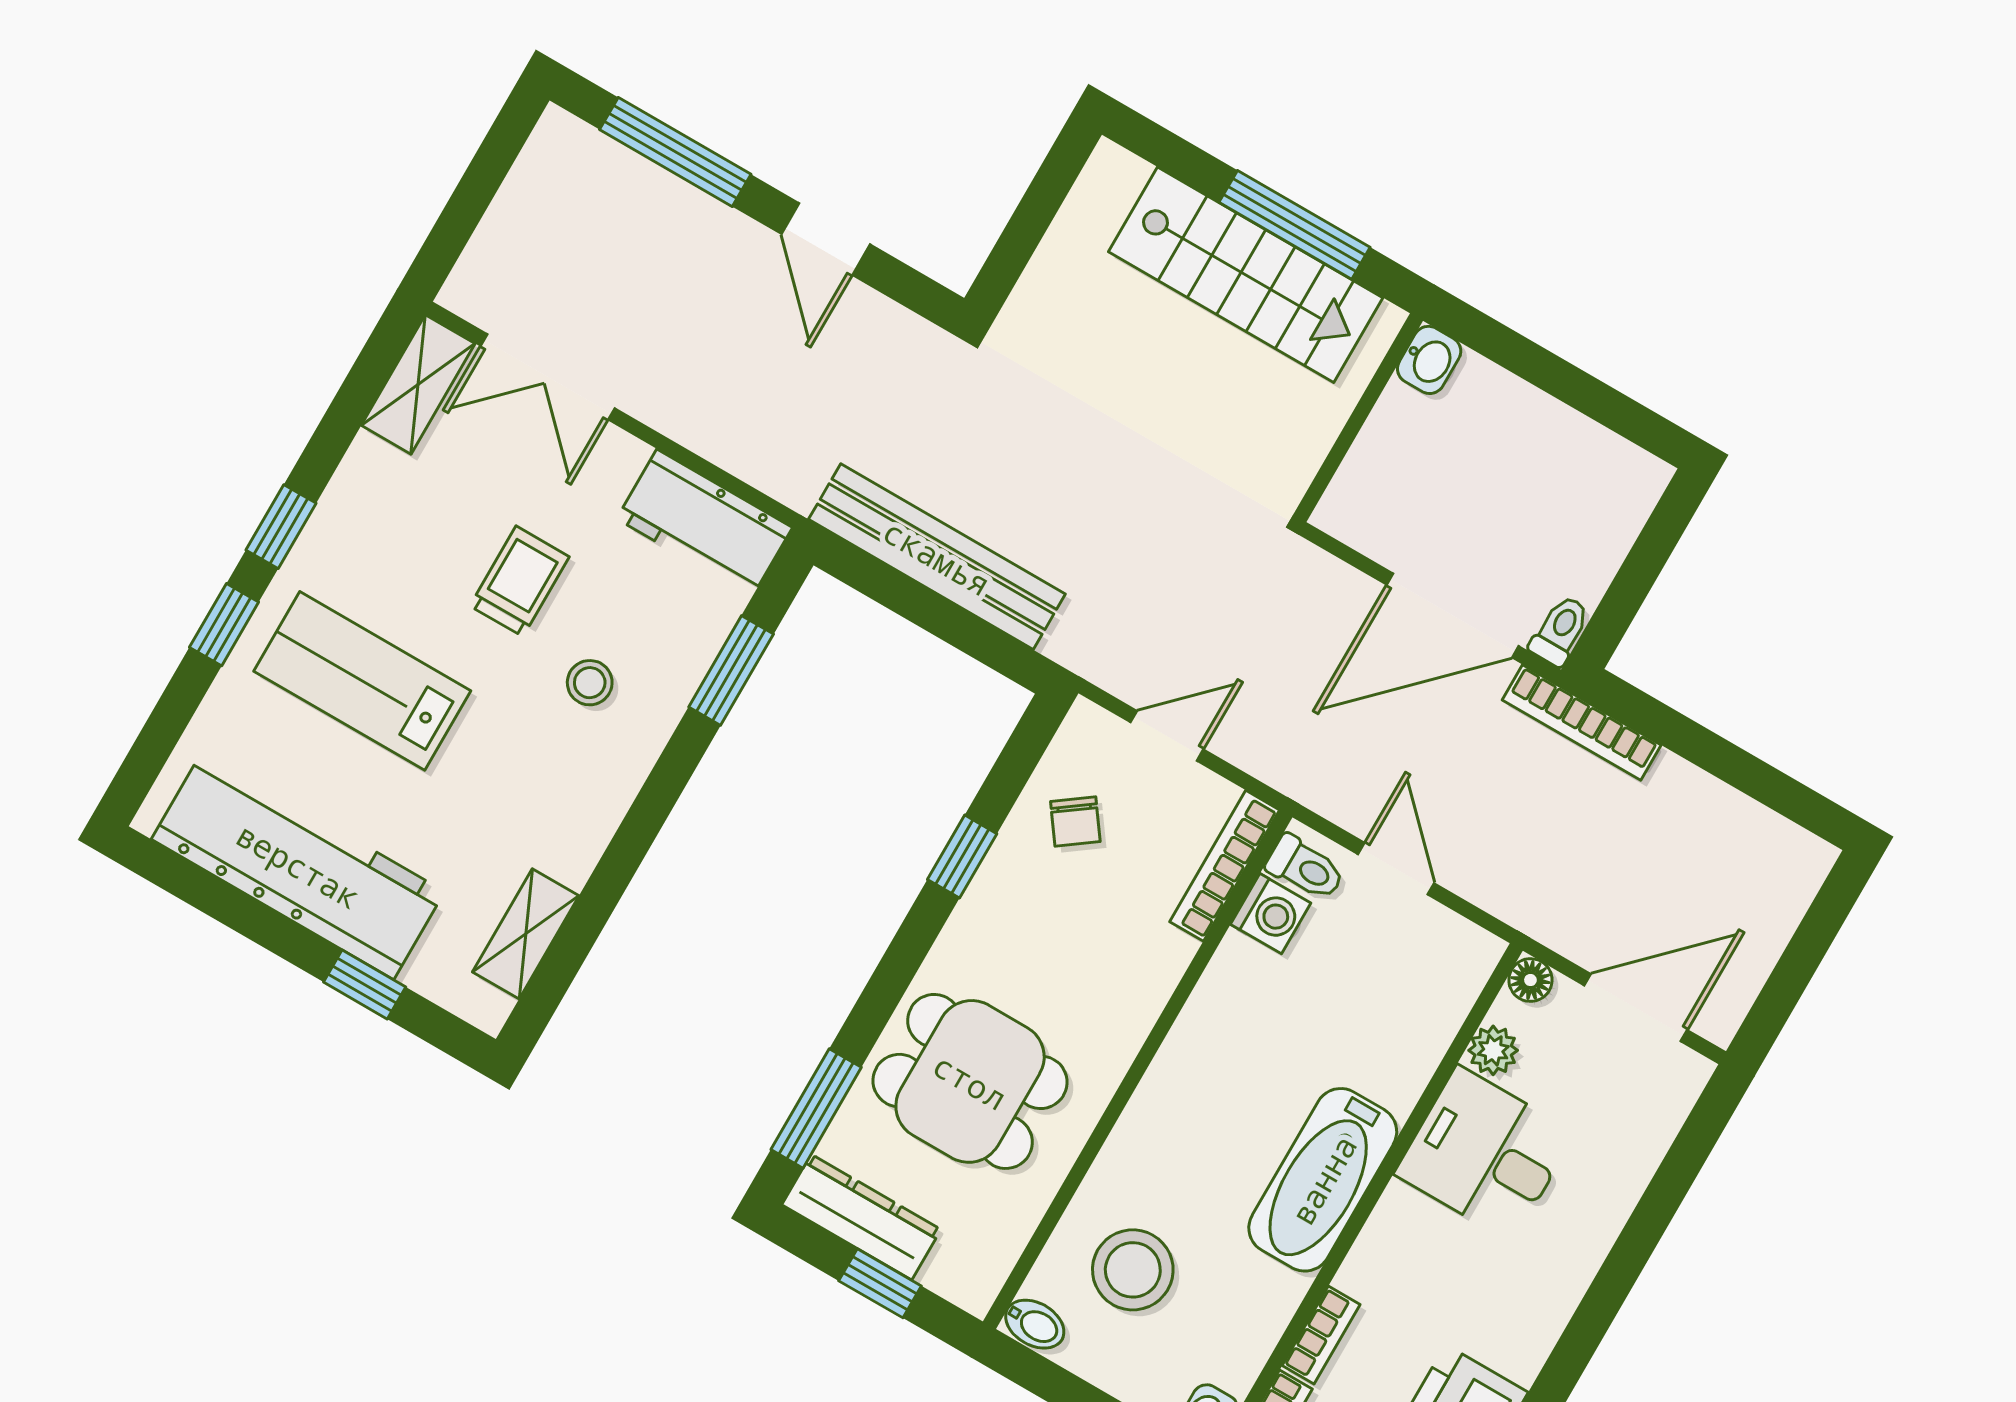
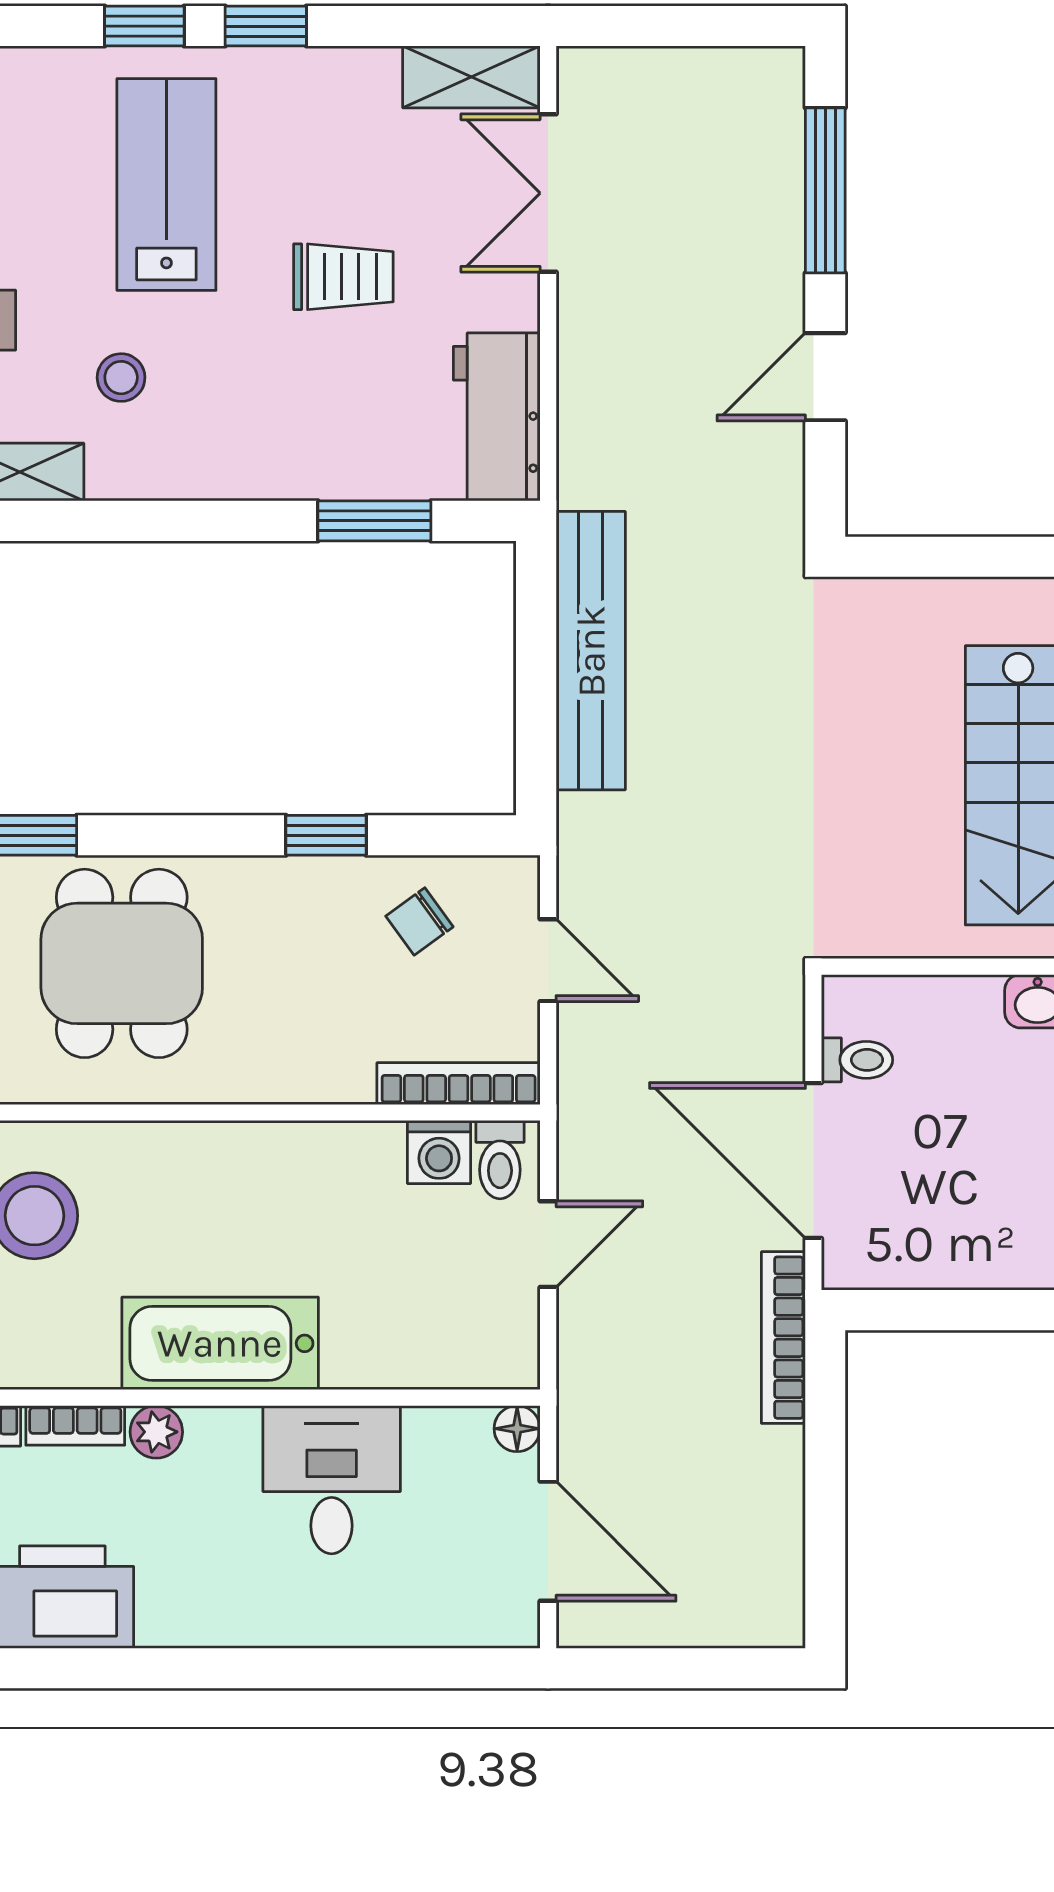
toilet: (1560, 631) -> (857, 1060), moved
stool: (590, 683) -> (121, 378), moved
plant: (1493, 1050) -> (156, 1432), moved

